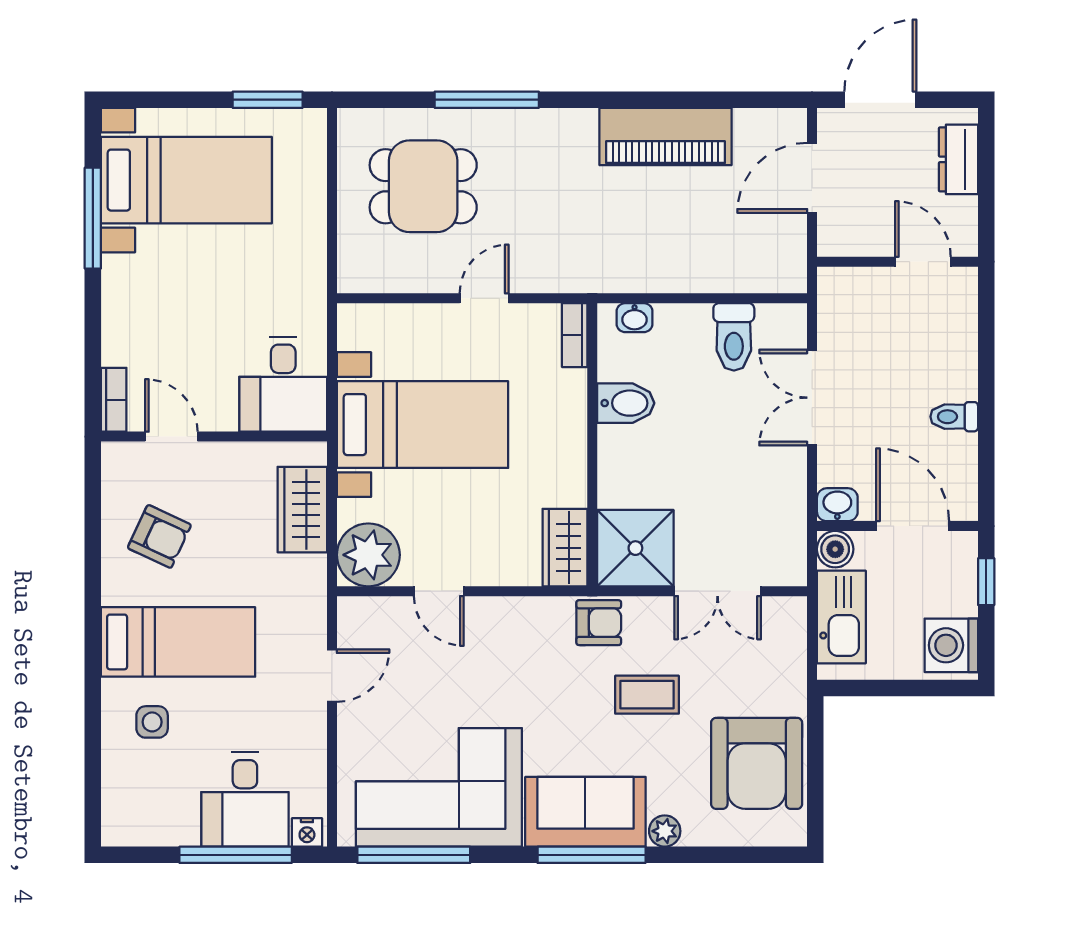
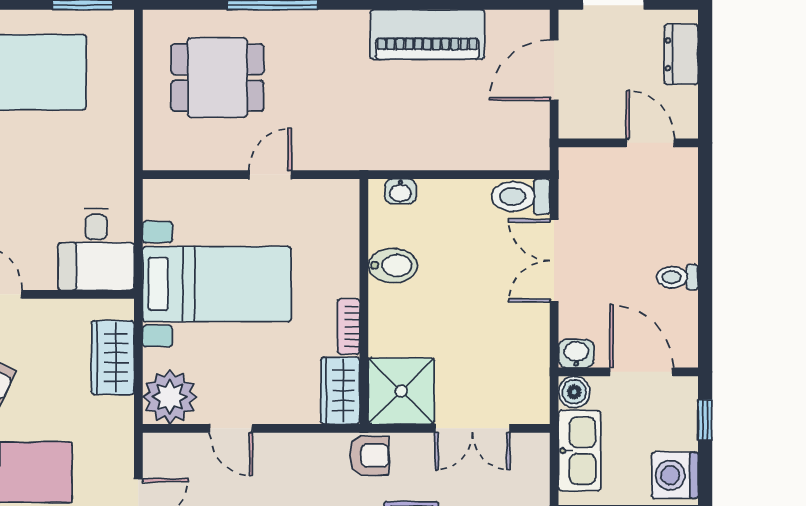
bookcase: (575, 335) -> (349, 326), moved
toilet: (734, 337) -> (521, 197), moved, turned 90

